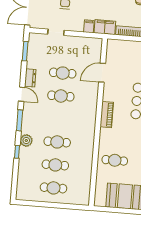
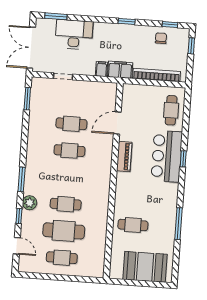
dresser: (30, 78) -> (34, 130), removed
door: (22, 94) -> (17, 246), moved
piano: (107, 115) -> (124, 156), moved
cafe table: (55, 165) -> (64, 231), width x1.37, depth x1.35

